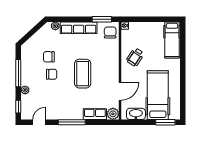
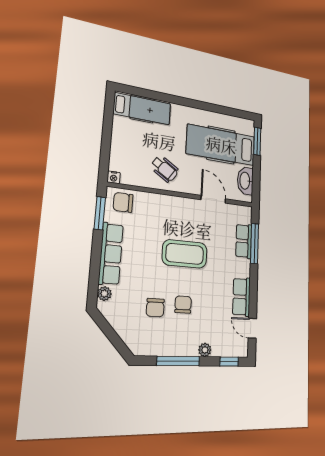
row of seats: (59, 114) -> (241, 297), added
plant: (113, 114) -> (244, 214), removed
window: (72, 122) -> (255, 244), moved

